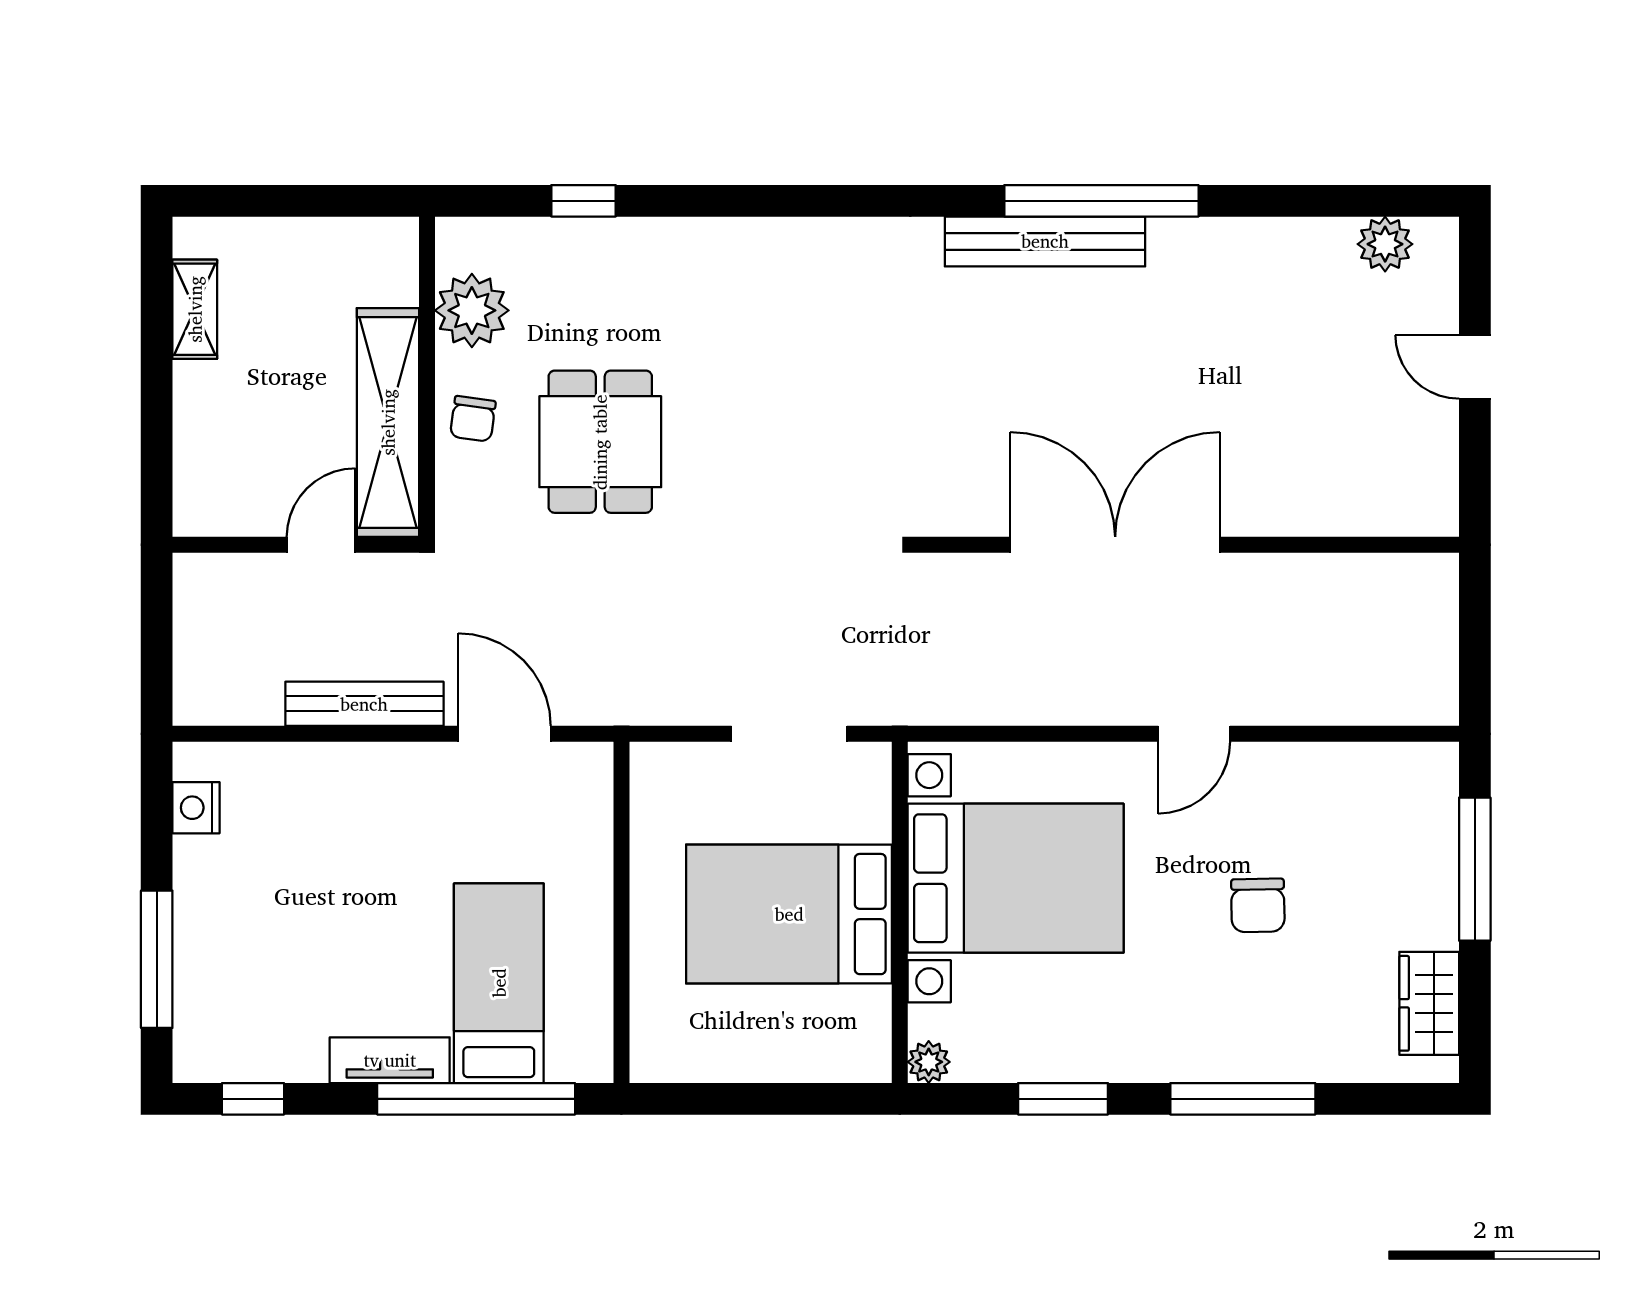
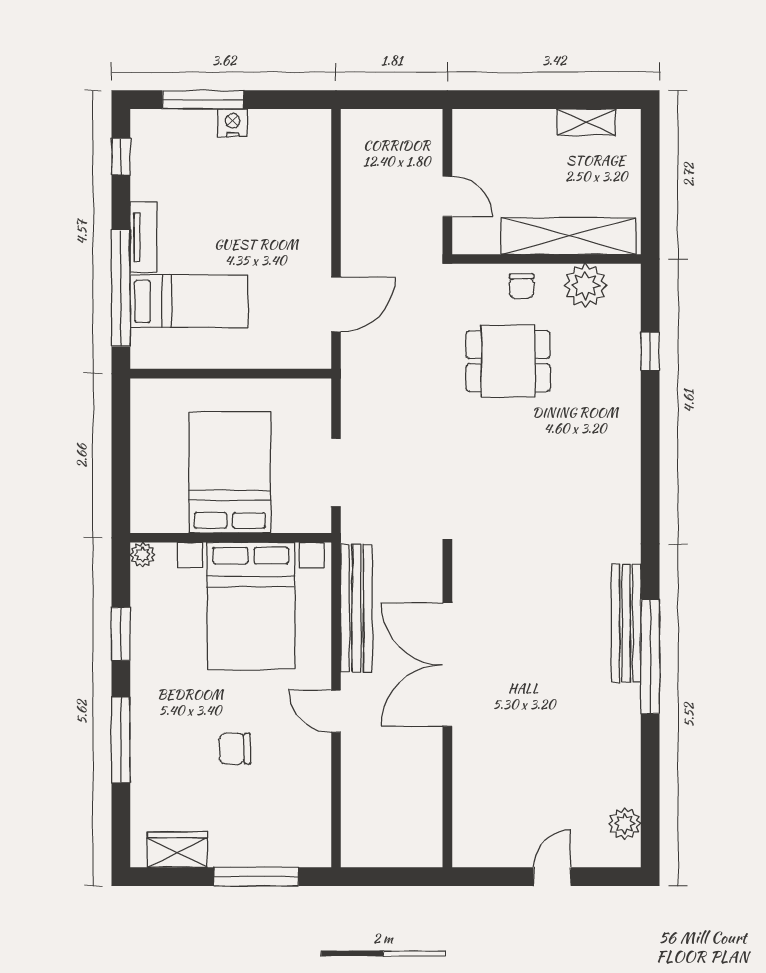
chair: (473, 419) -> (522, 286), turned -98
shelving: (388, 422) -> (569, 236), moved
double door: (1115, 545) -> (447, 665), swing flipped
bench: (364, 704) -> (356, 608), moved, width x1.37, depth x1.21
nightstand: (196, 808) -> (233, 123), moved

